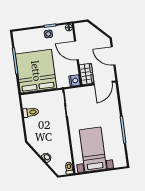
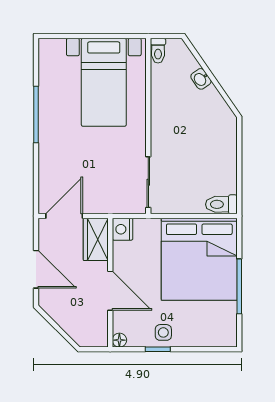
toilet: (31, 112) -> (221, 204), moved

